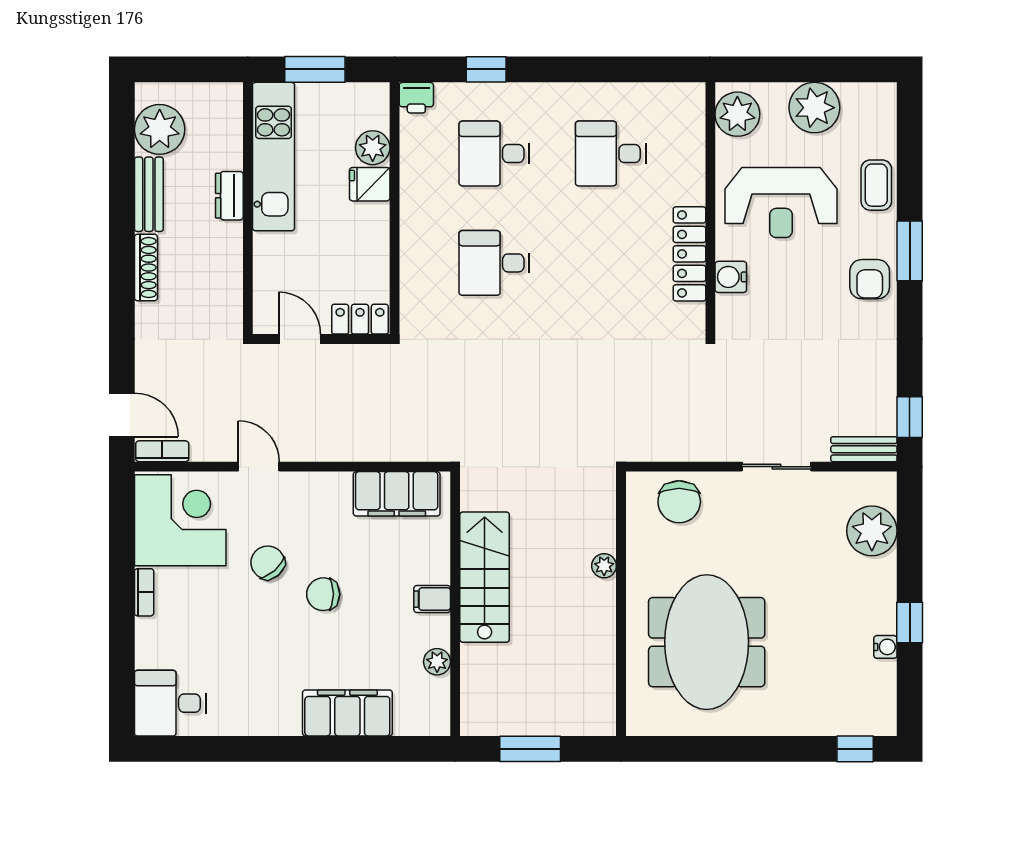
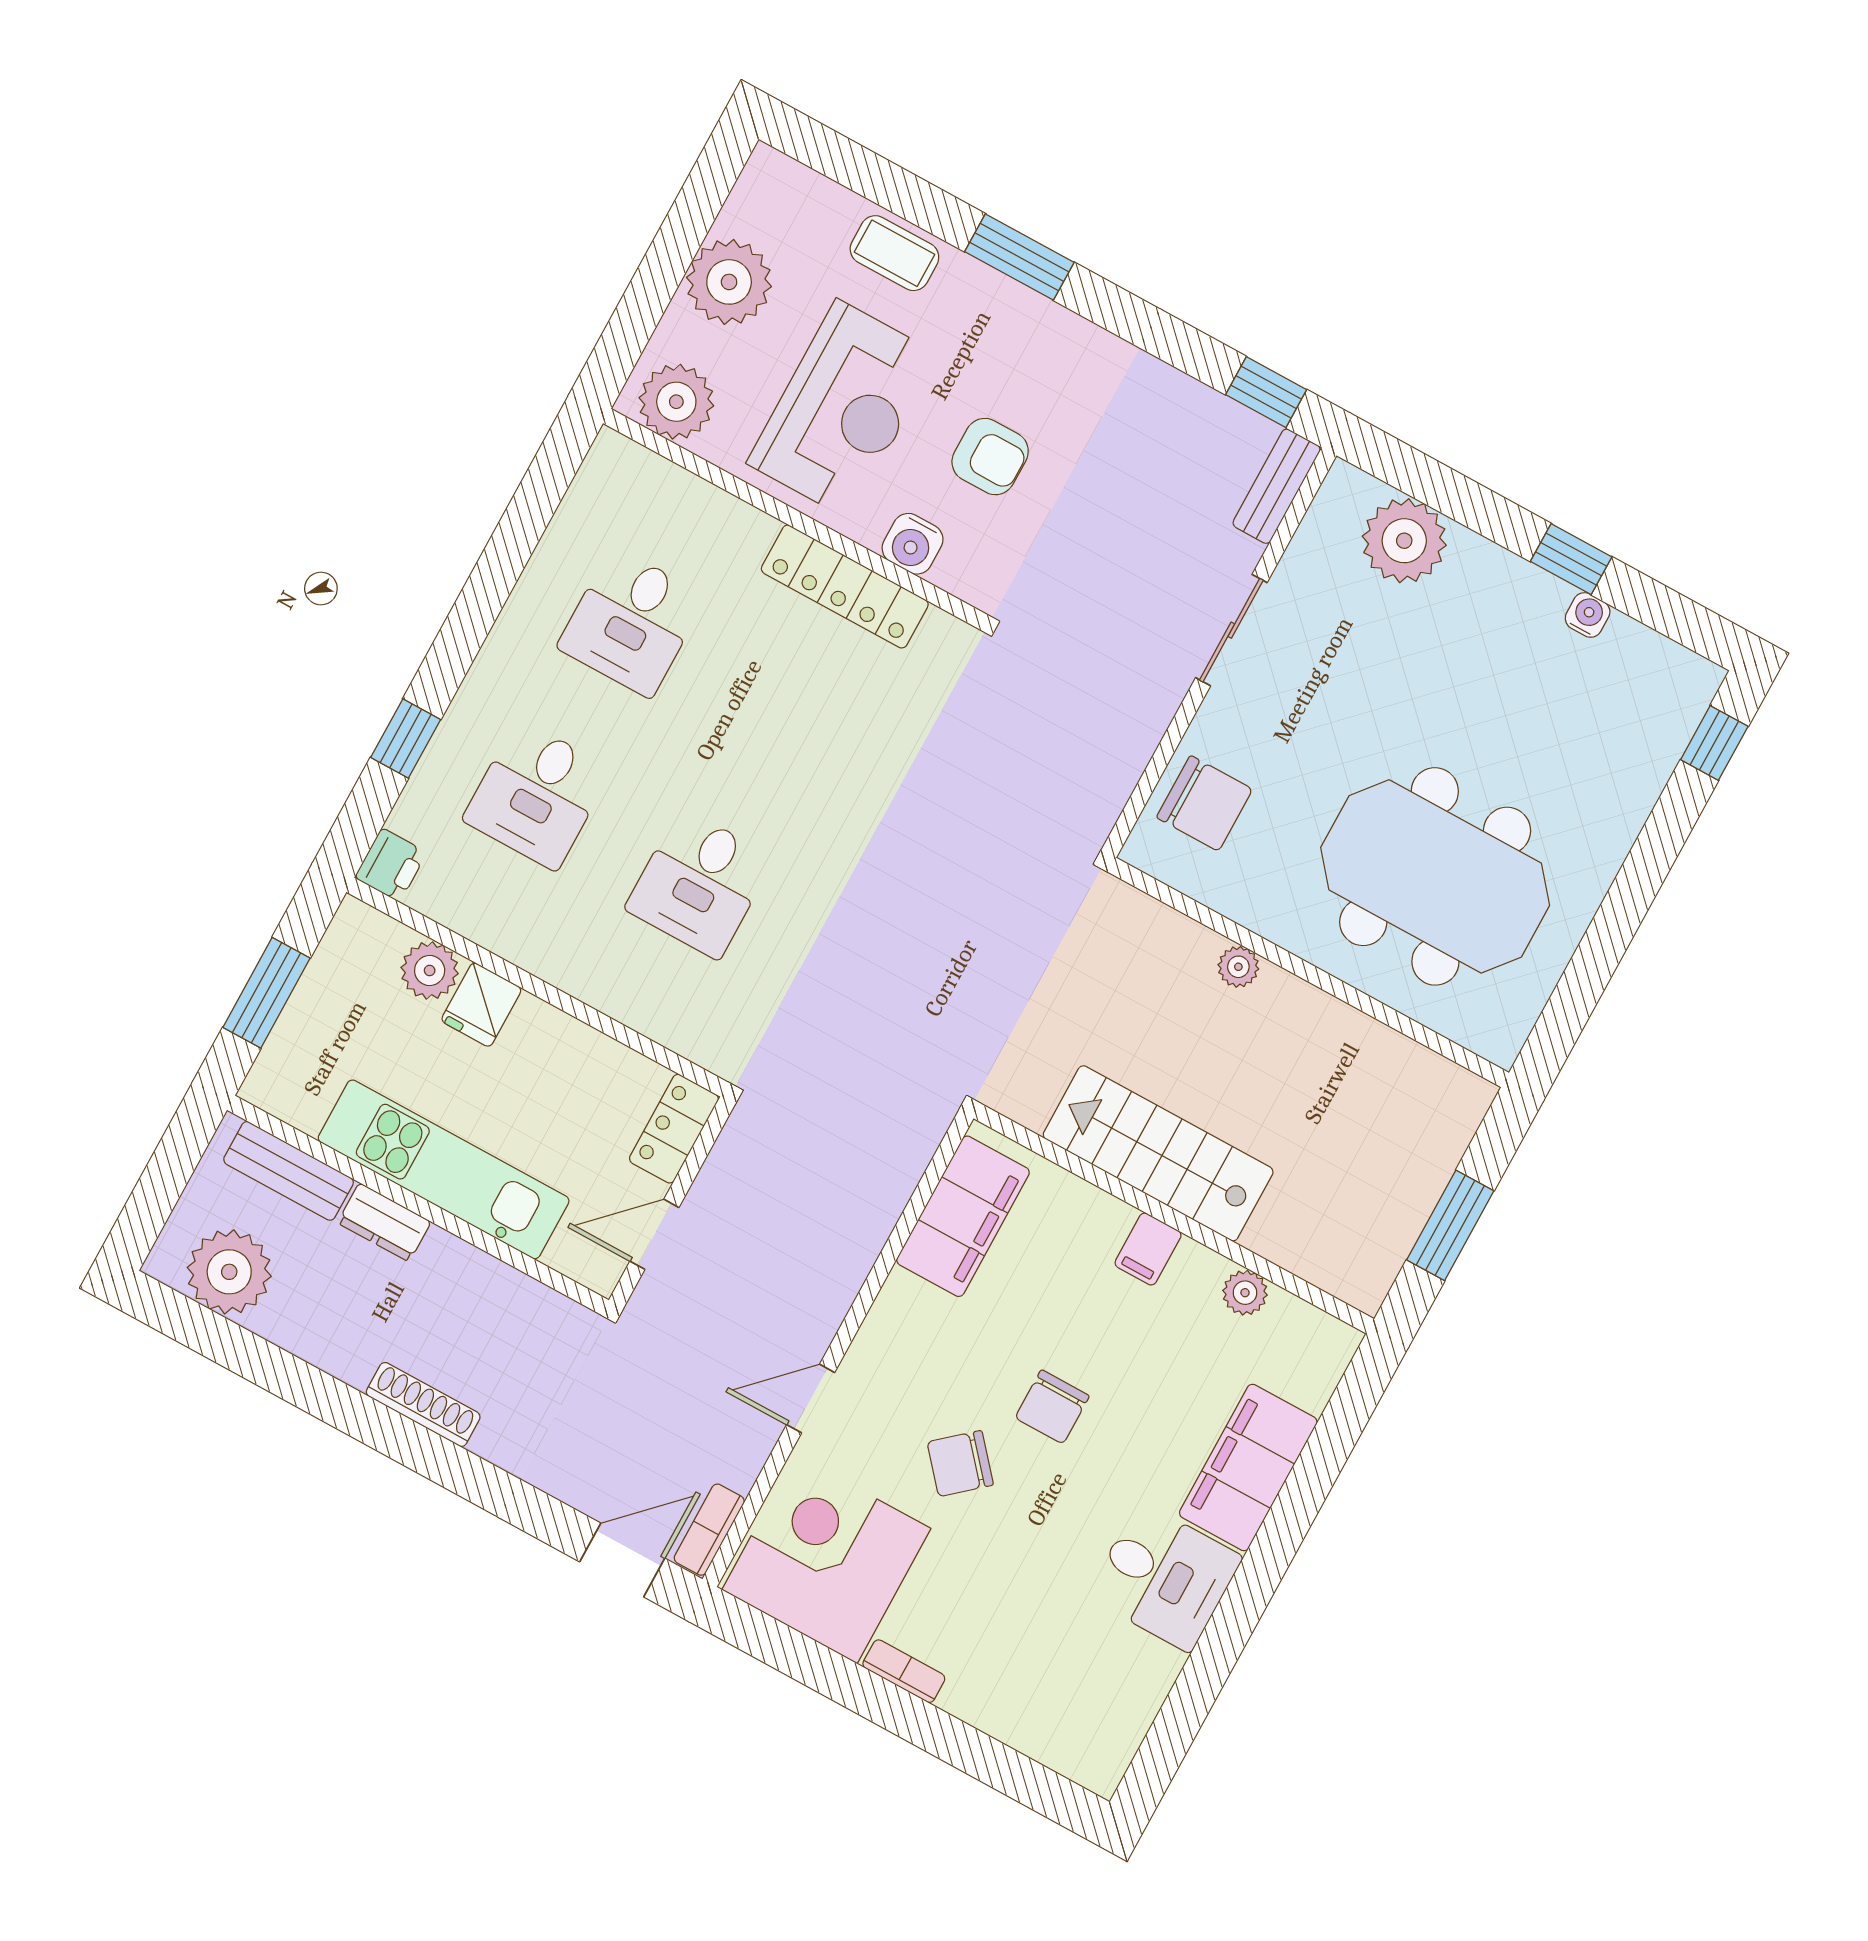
kitchen unit: (274, 157) -> (444, 1169), moved
bench: (149, 194) -> (289, 1171), moved
armchair: (870, 279) -> (990, 457), moved
desk: (170, 703) -> (1165, 1577), moved, turned -90

